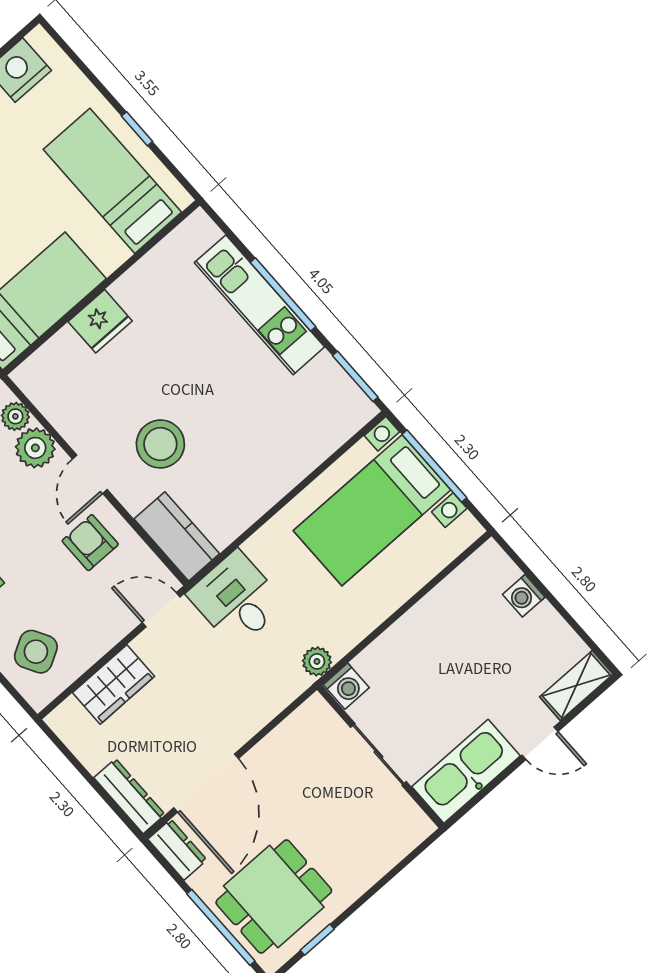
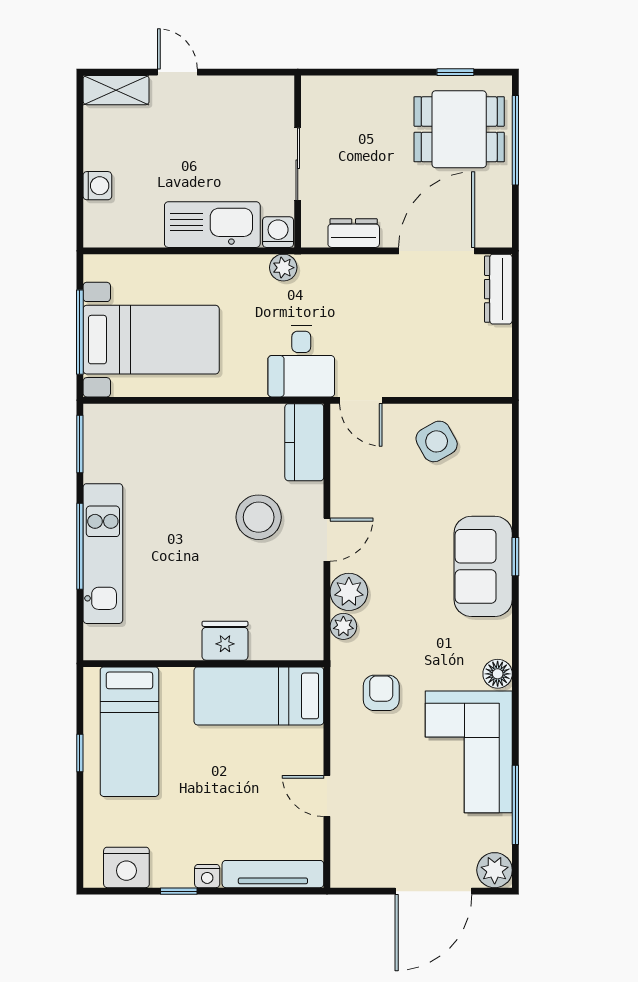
armchair: (90, 543) -> (369, 491), removed
side table: (36, 652) -> (437, 441), moved
wardrobe: (114, 685) -> (440, 377), removed
kitchen sink: (466, 771) -> (212, 225), moved, turned 180
dresser: (177, 850) -> (354, 233), moved, turned 90

